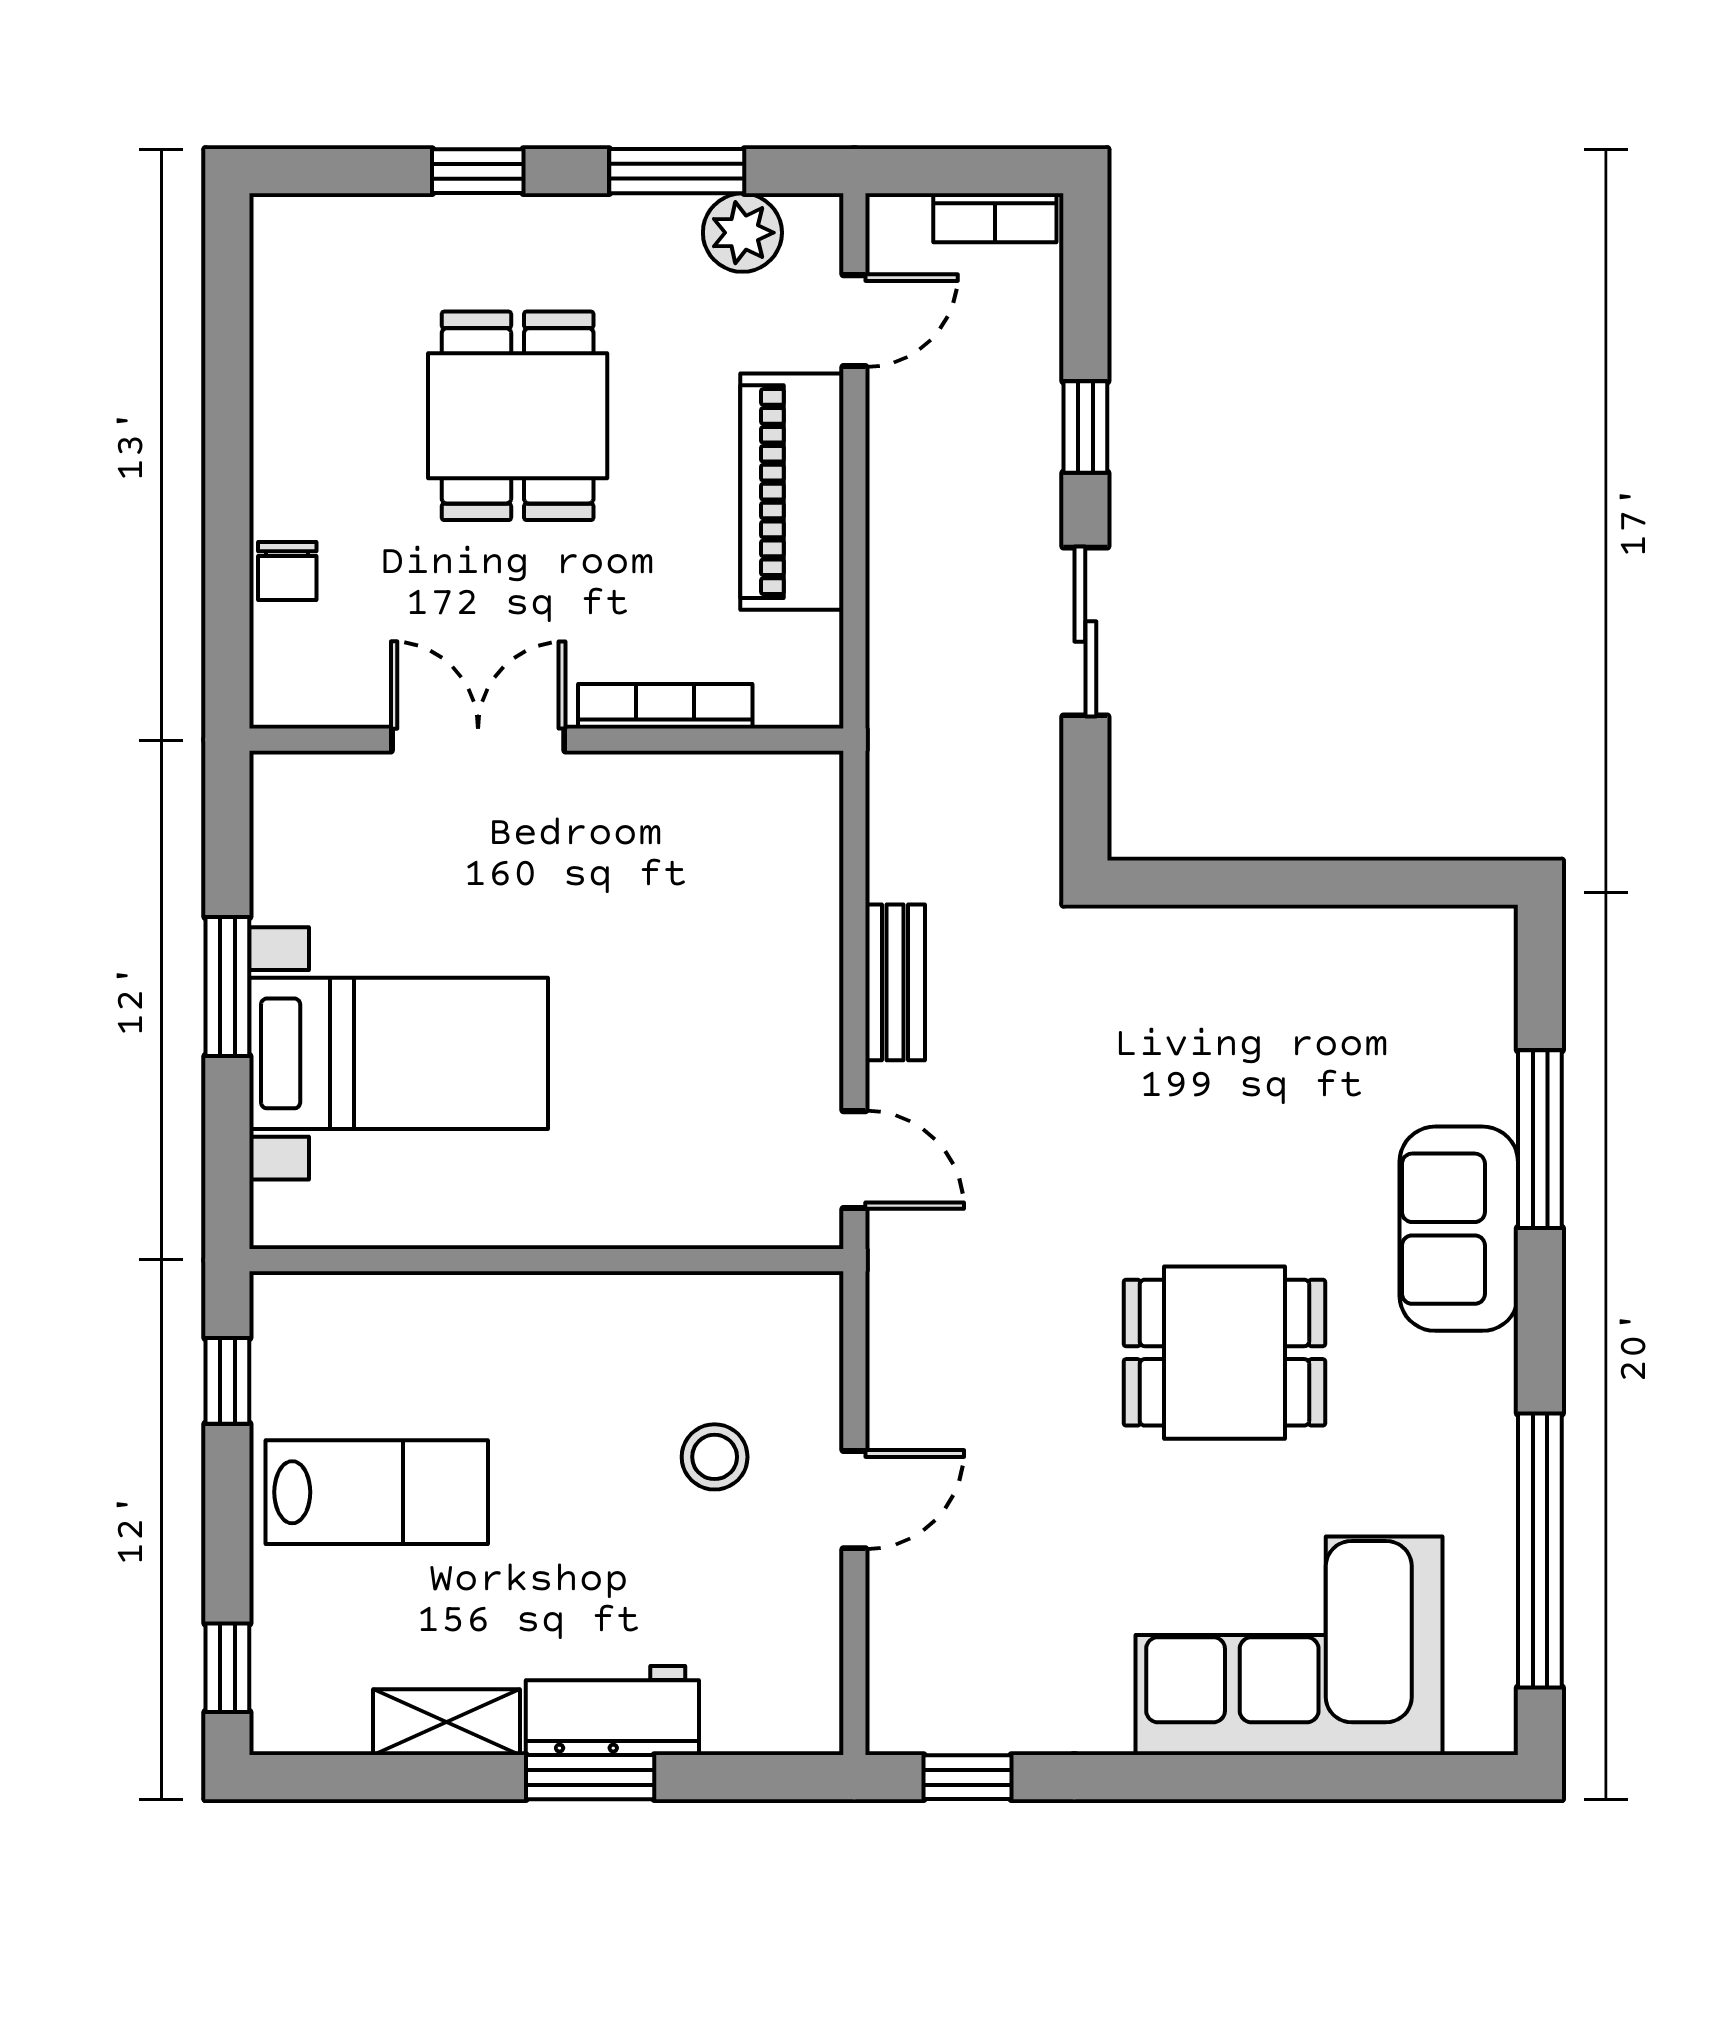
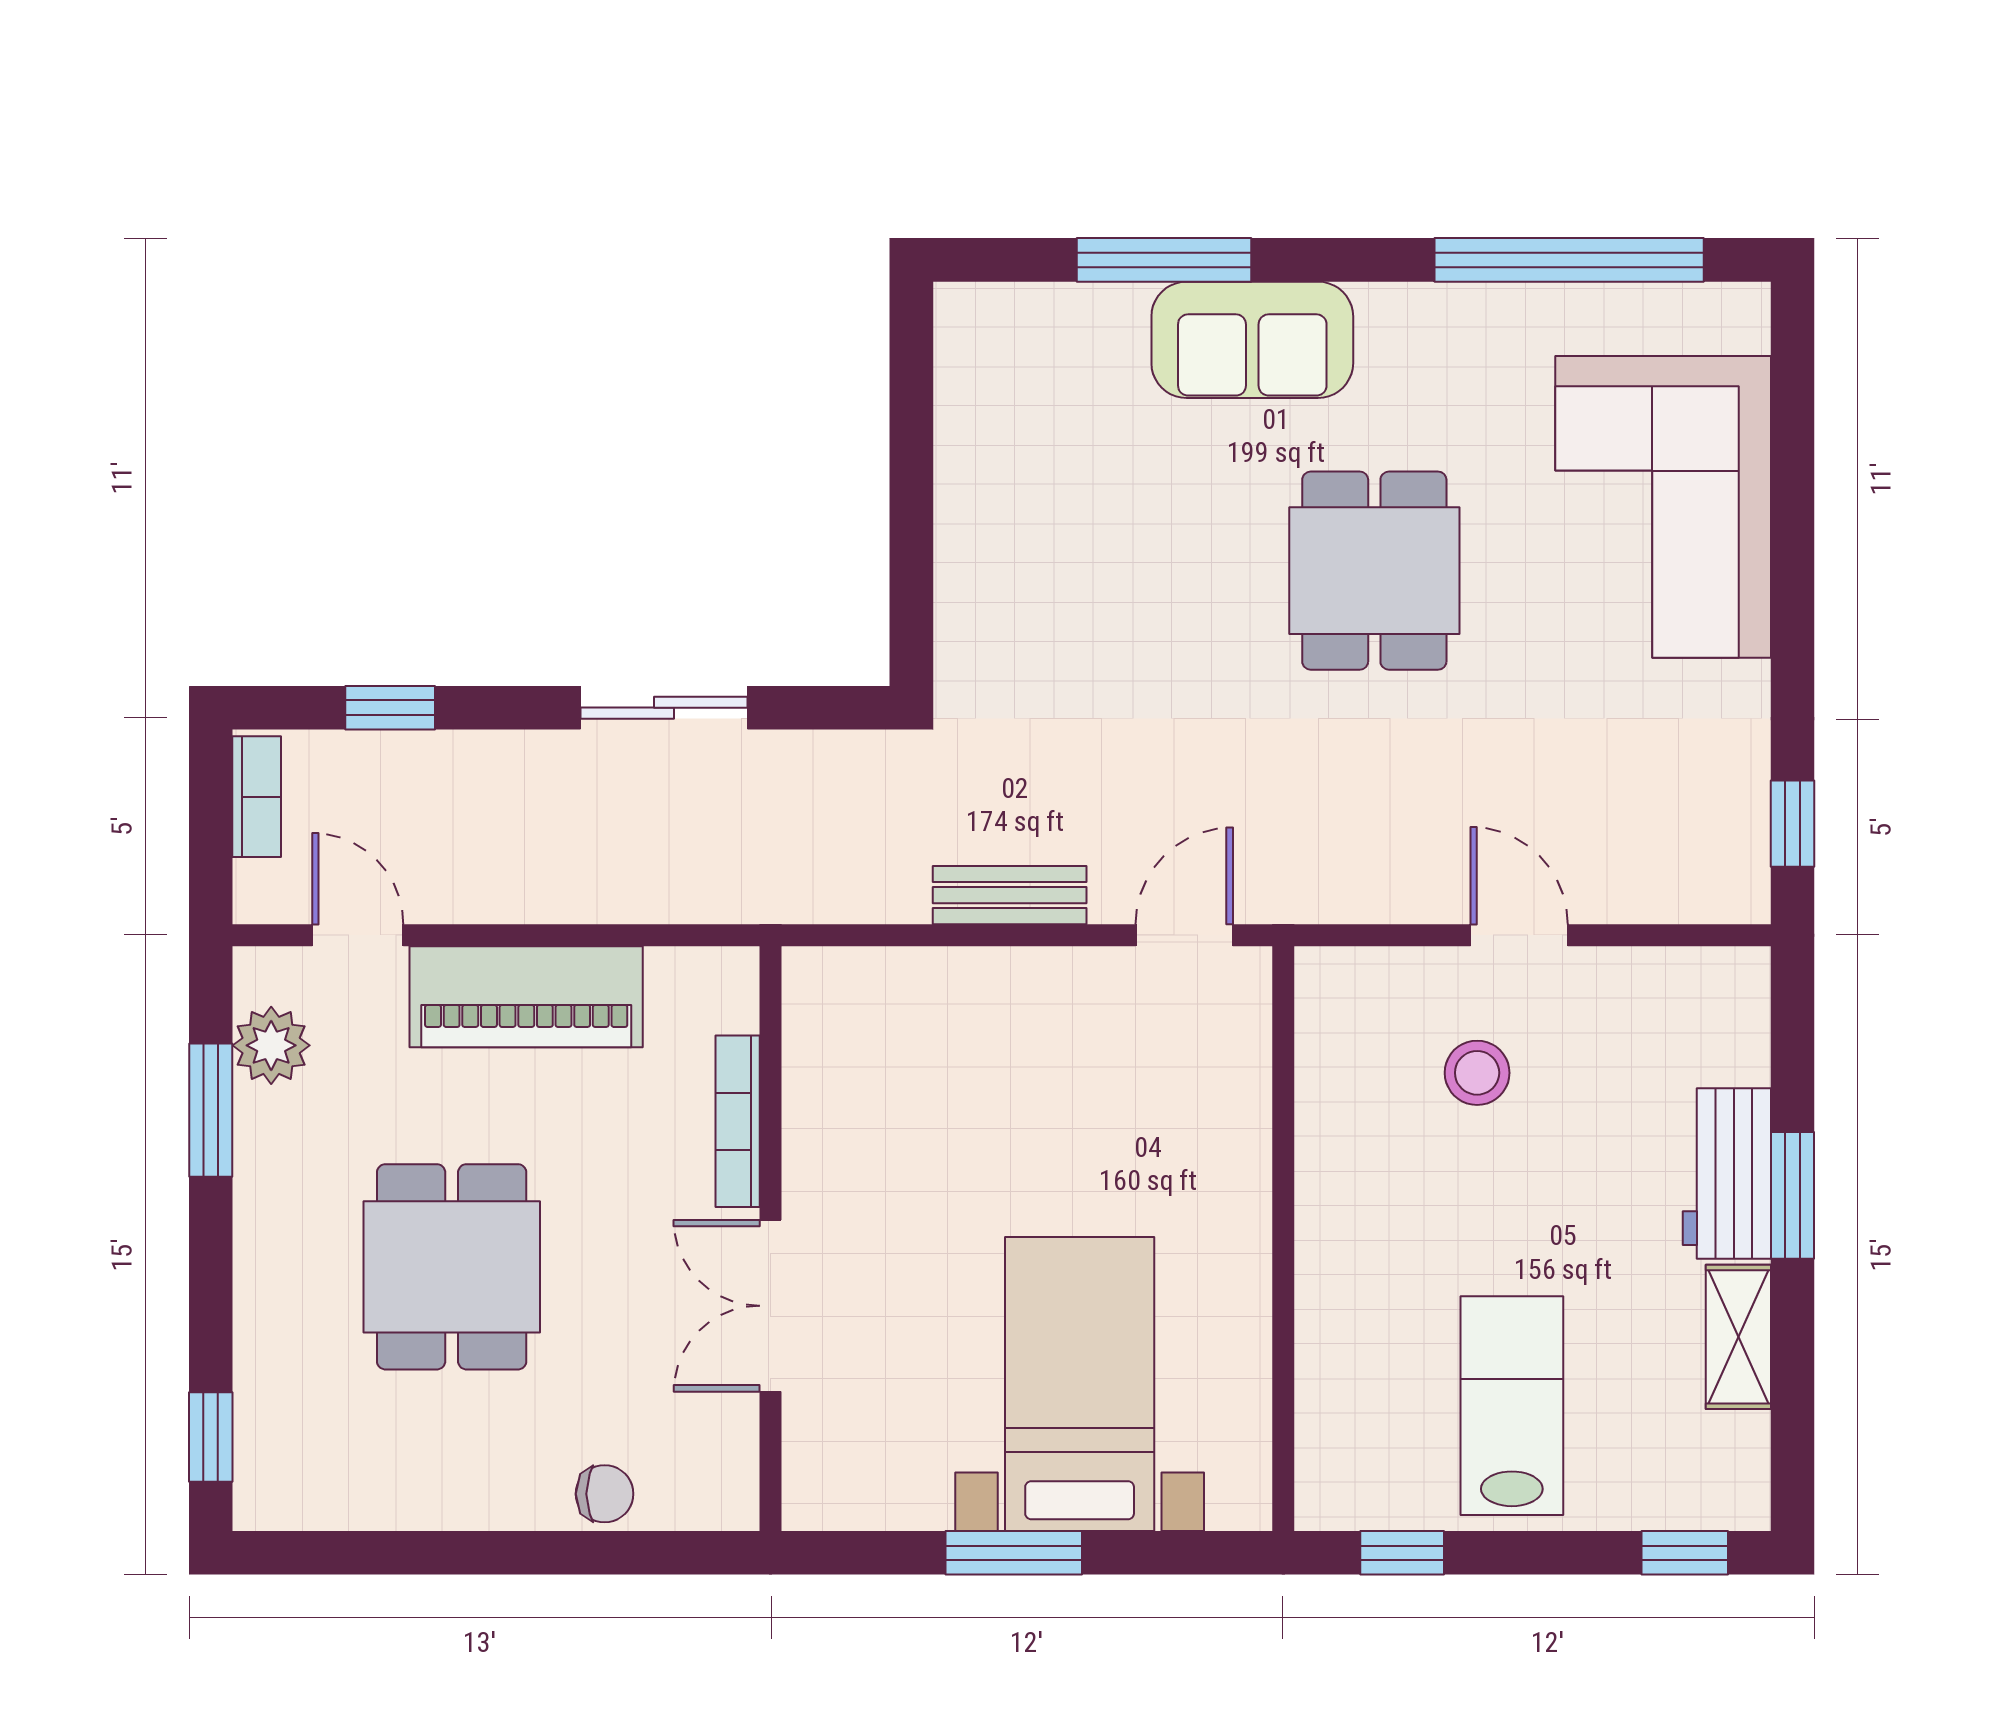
window: (478, 171) -> (211, 1437), moved
dining table: (518, 416) -> (452, 1267), turned 90
window: (1085, 427) -> (390, 708), moved

